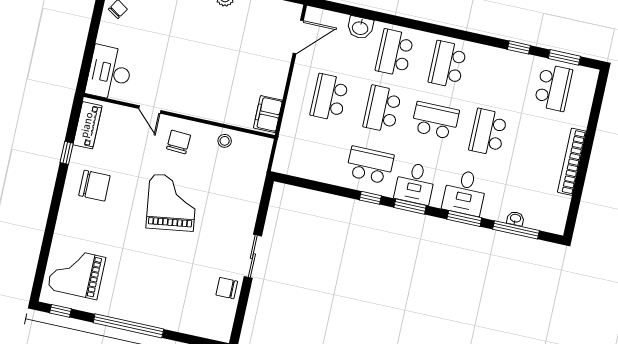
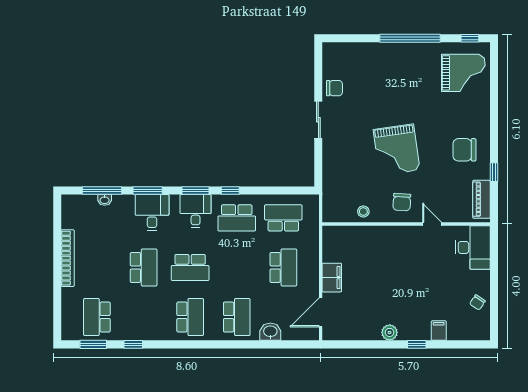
school desk: (382, 109) -> (283, 218), moved, turned -90
filing cabinet: (268, 114) -> (332, 278), moved

